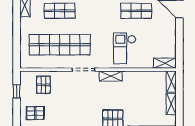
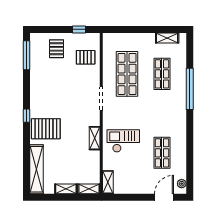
shop shelf: (60, 45) -> (127, 74), width x0.71
shelving: (111, 76) -> (95, 138), moved

